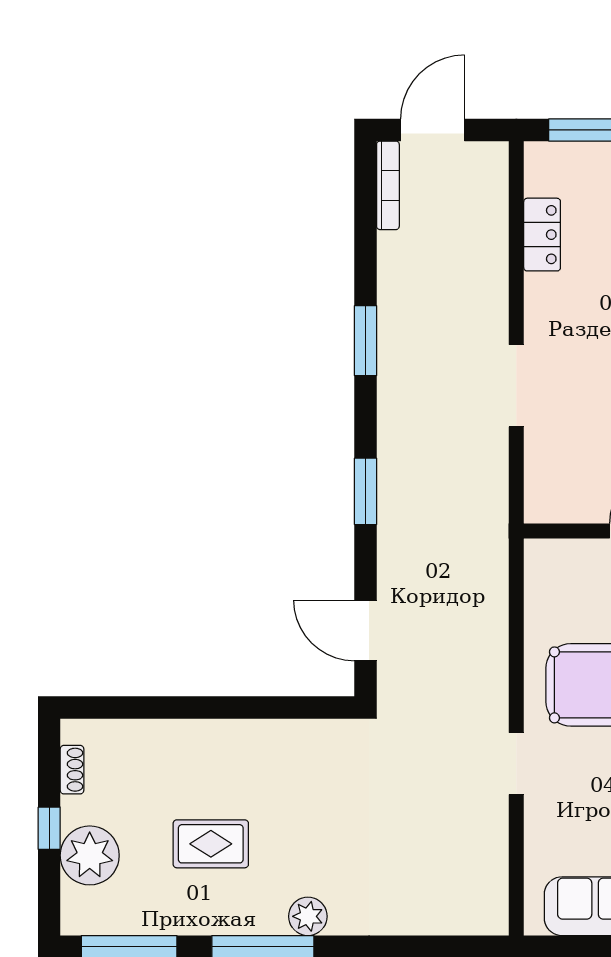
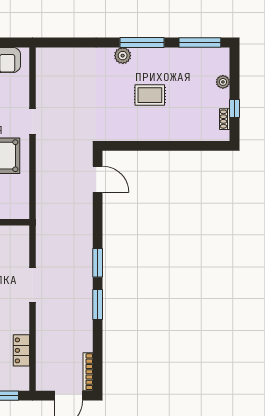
window: (366, 491) -> (98, 263), moved
window: (49, 828) -> (234, 108), moved
rug: (211, 844) -> (150, 95), moved
plant: (90, 855) -> (223, 82), width x0.53, depth x0.53

